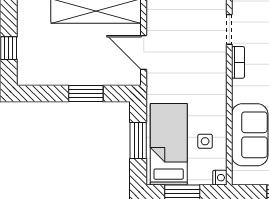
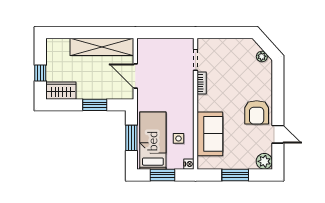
wardrobe: (38, 73) -> (61, 91), added

